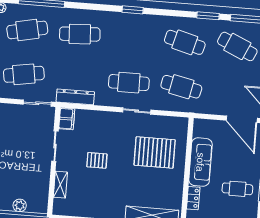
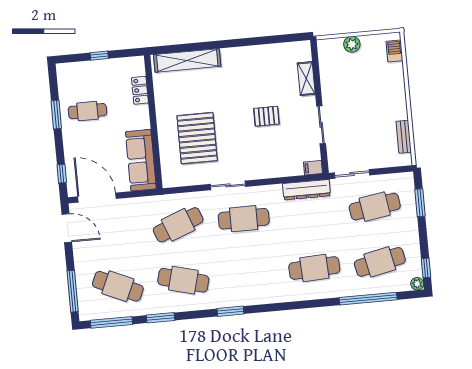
window: (133, 10) -> (230, 311), moved
cafe table: (181, 87) -> (178, 225), turned -33
filing cabinet: (67, 119) -> (313, 168), width x0.50
pallet: (155, 152) -> (197, 138), turned 90
sofa: (200, 162) -> (141, 160), moved

